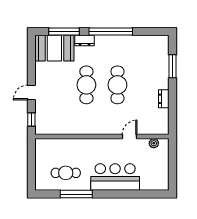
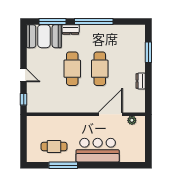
door: (31, 92) -> (24, 75), swing flipped
door: (130, 136) -> (110, 114), width x1.87

